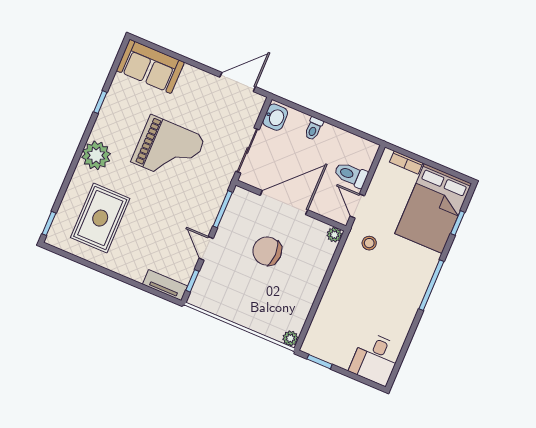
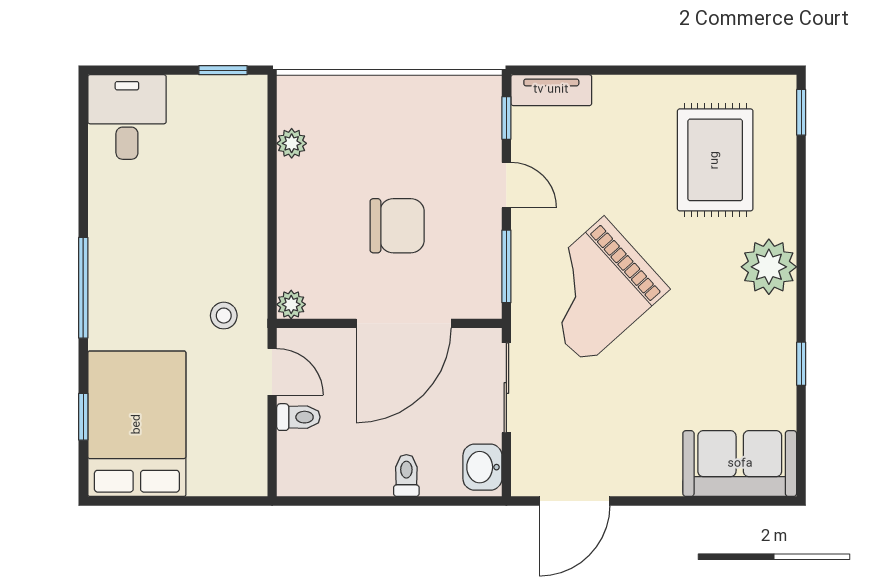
grand piano: (168, 150) -> (595, 291), moved, turned -42
bookcase: (406, 163) -> (219, 485), removed
toilet: (351, 175) -> (298, 417), width x0.73, depth x0.72
plant: (290, 338) -> (292, 143), moved

